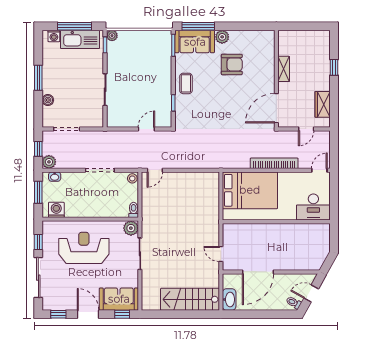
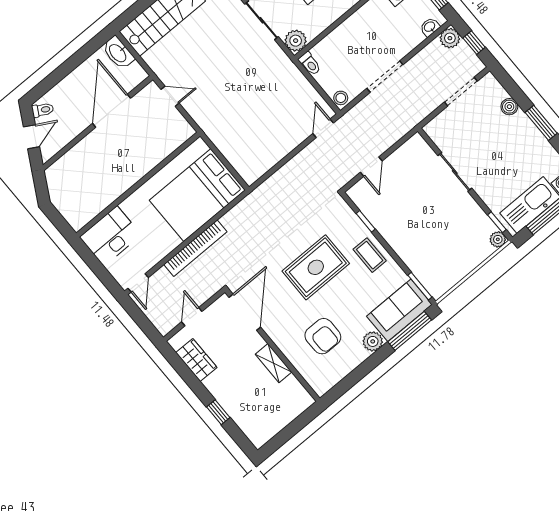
armchair: (232, 64) -> (323, 336), moved, turned -90
rug: (220, 101) -> (316, 267), added

